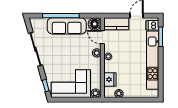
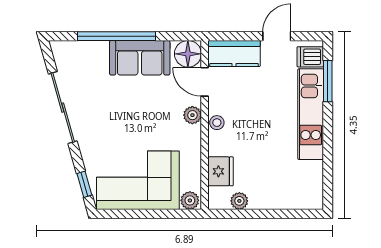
sofa: (67, 26) -> (140, 58), width x0.73
kitchen unit: (153, 60) -> (311, 114), width x0.73

